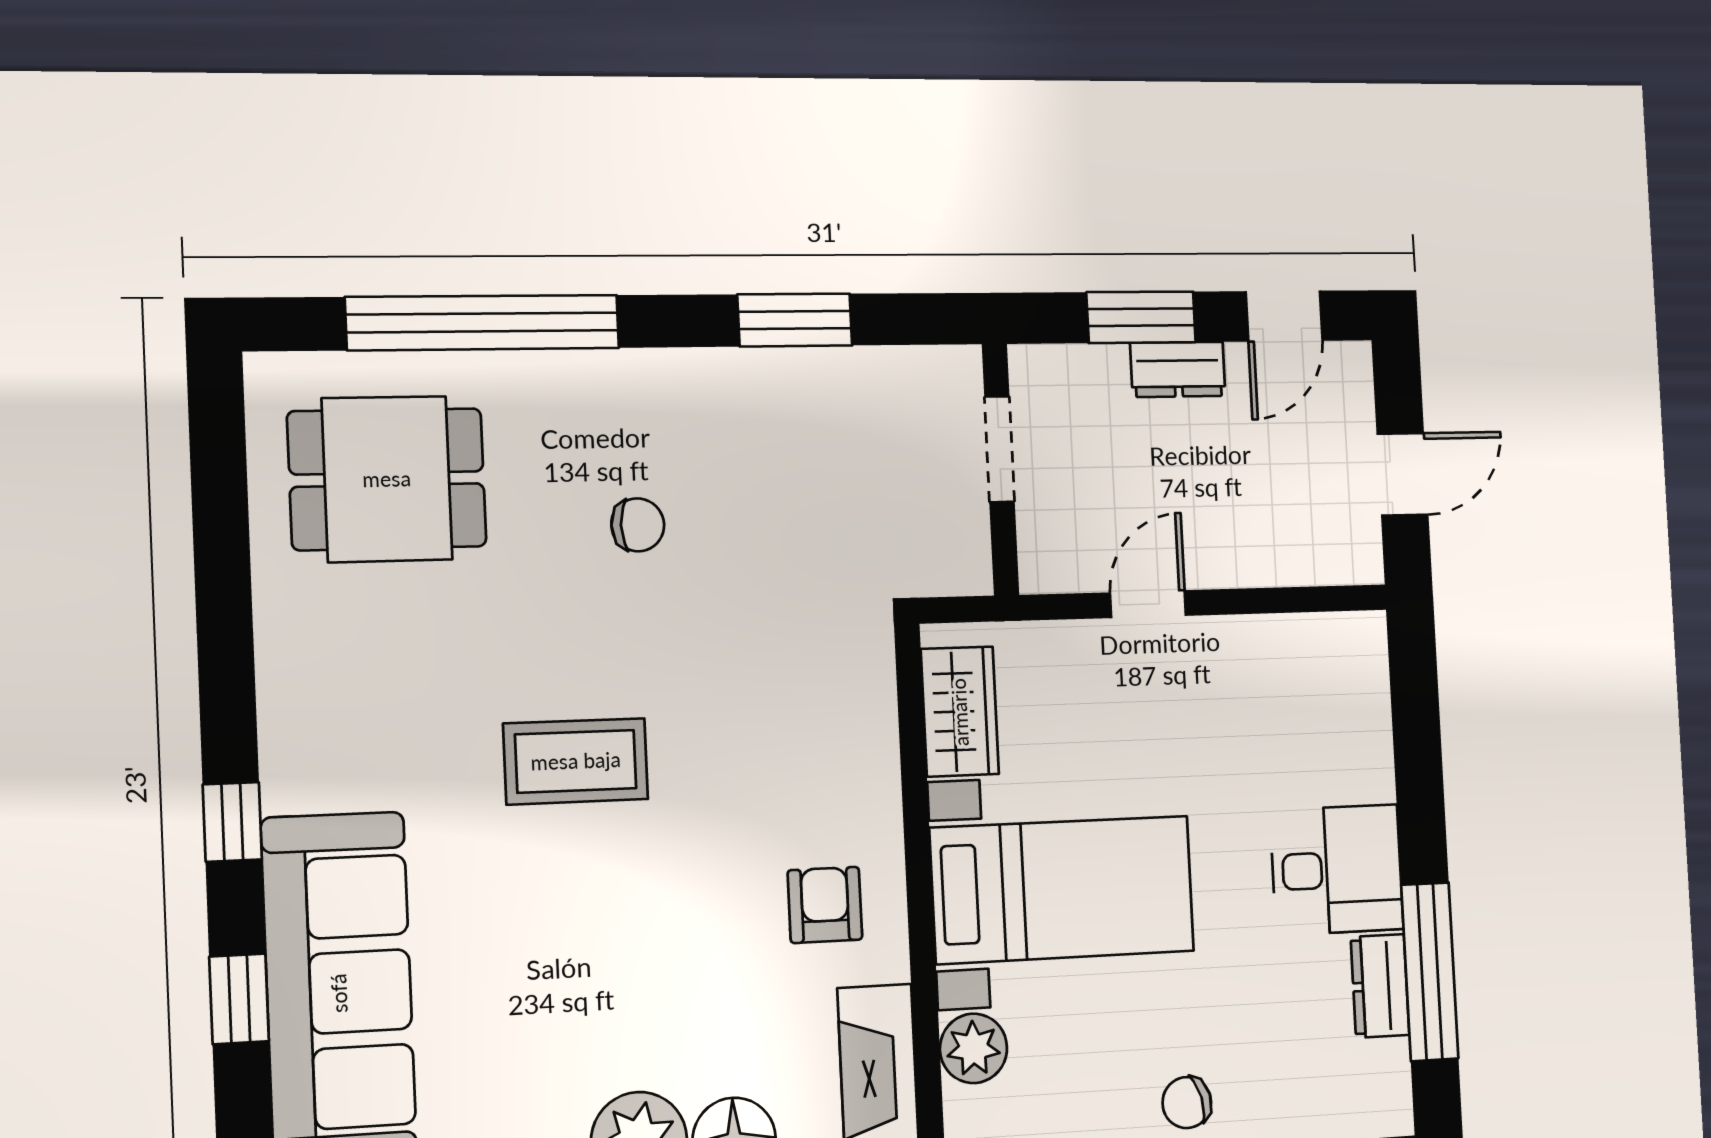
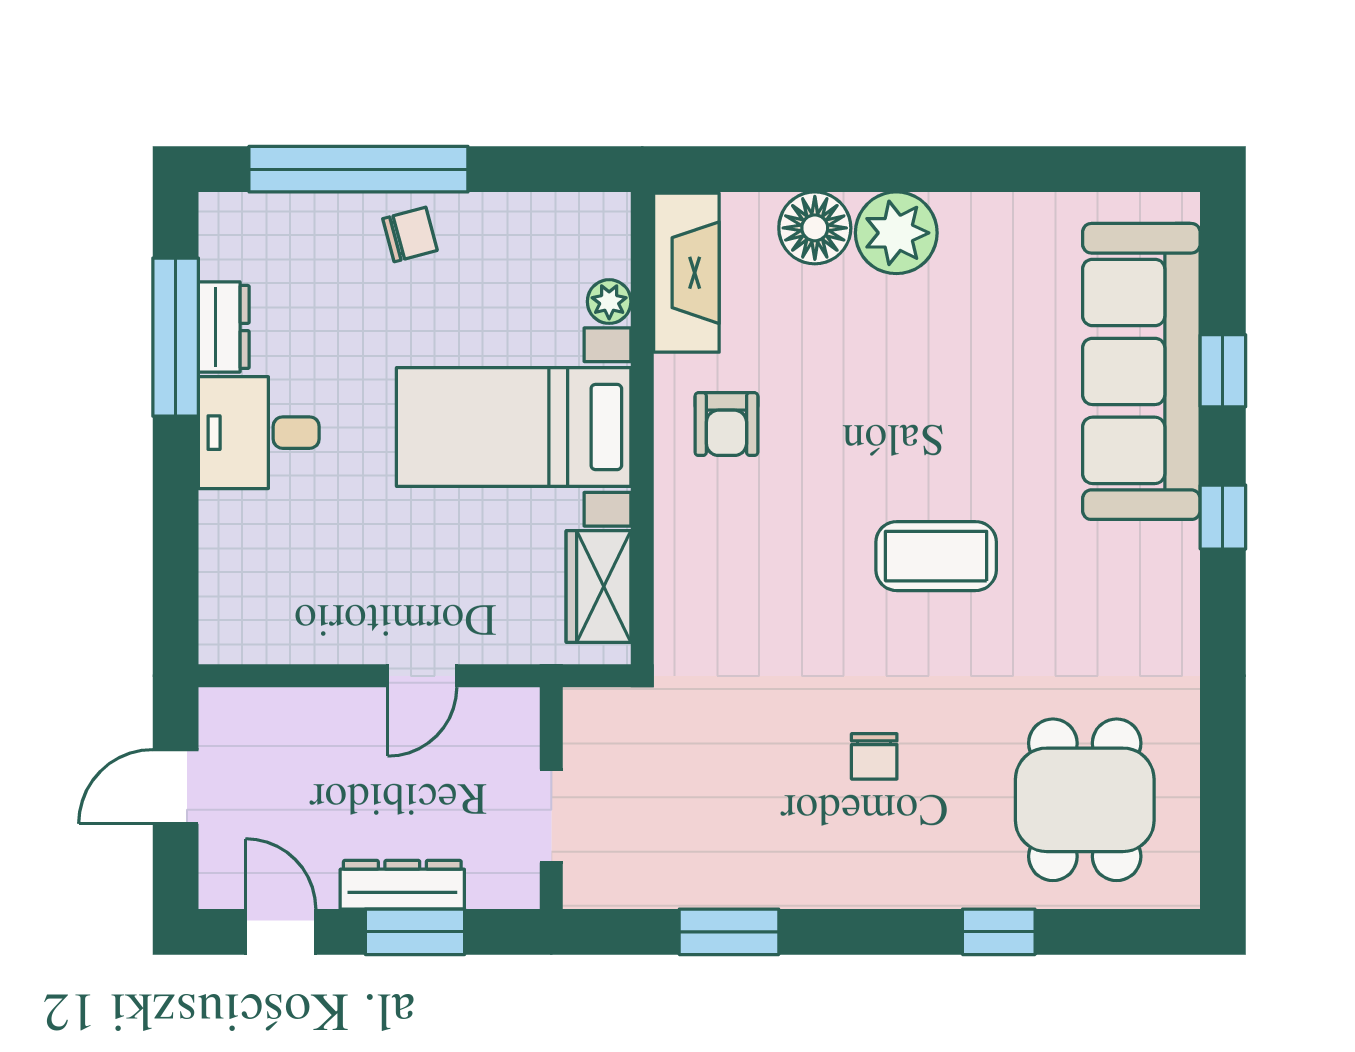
door: (1284, 316) -> (281, 932), hinge flipped
window: (483, 323) -> (999, 932), width x0.32
dresser: (1178, 369) -> (402, 885), width x1.44
dining table: (387, 479) -> (1085, 800), turned 90
chair: (638, 525) -> (874, 756), turned -90
plant: (973, 1048) -> (609, 302), width x0.73, depth x0.73

